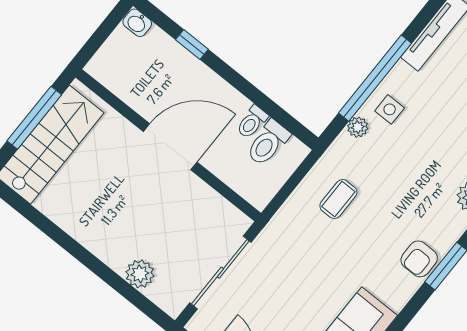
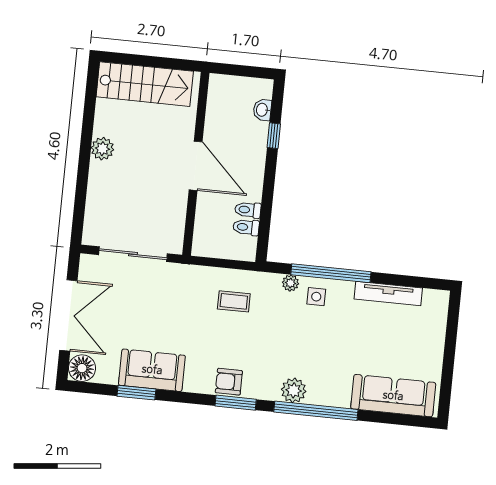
washbasin: (137, 23) -> (262, 110), moved
window: (34, 118) -> (156, 62), removed
toilet: (268, 143) -> (246, 227), width x0.73, depth x0.72
plant: (140, 274) -> (102, 149), moved

